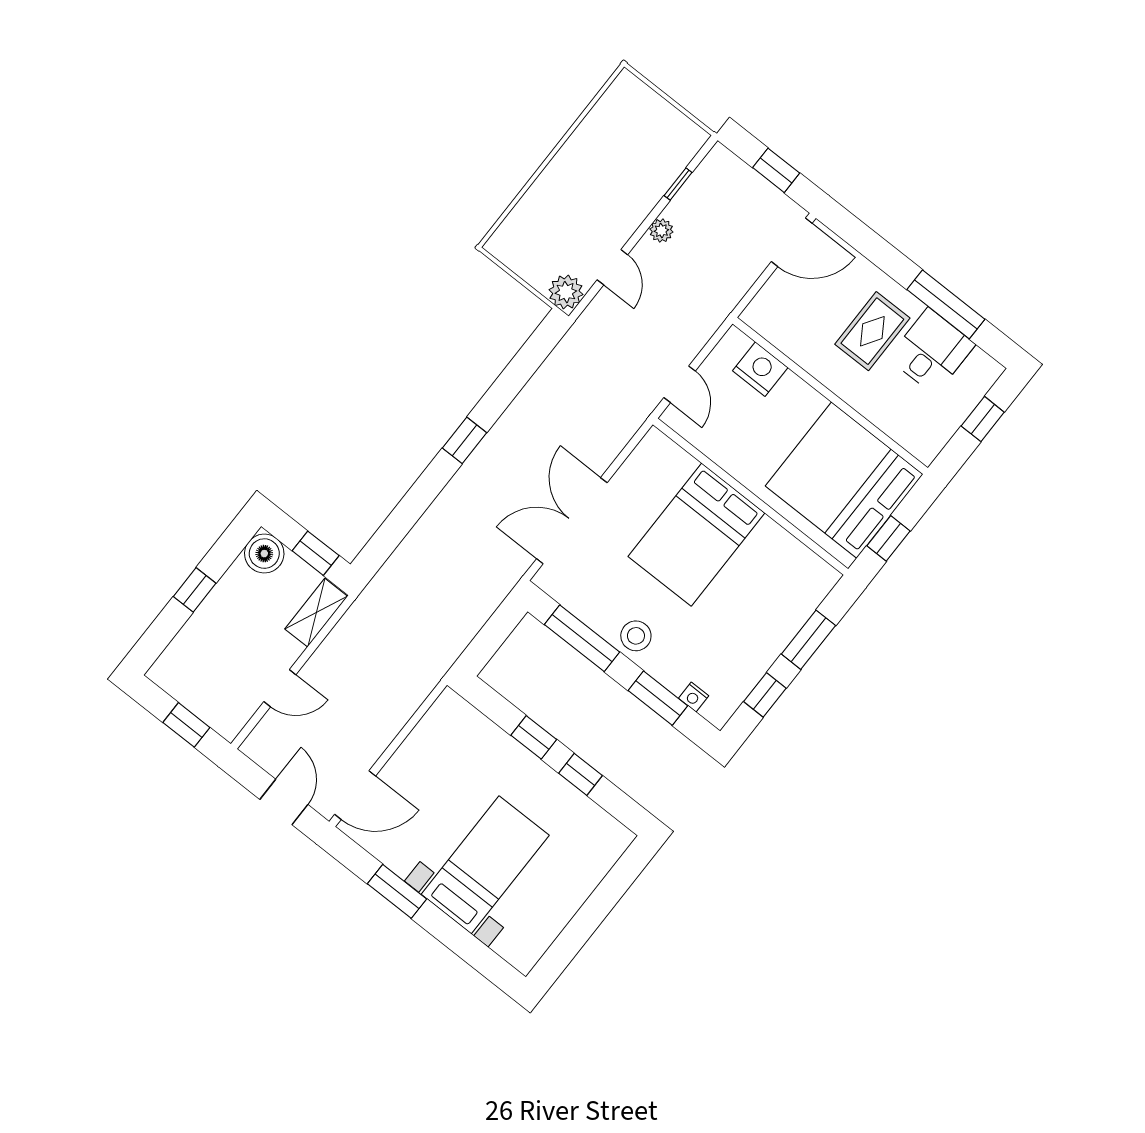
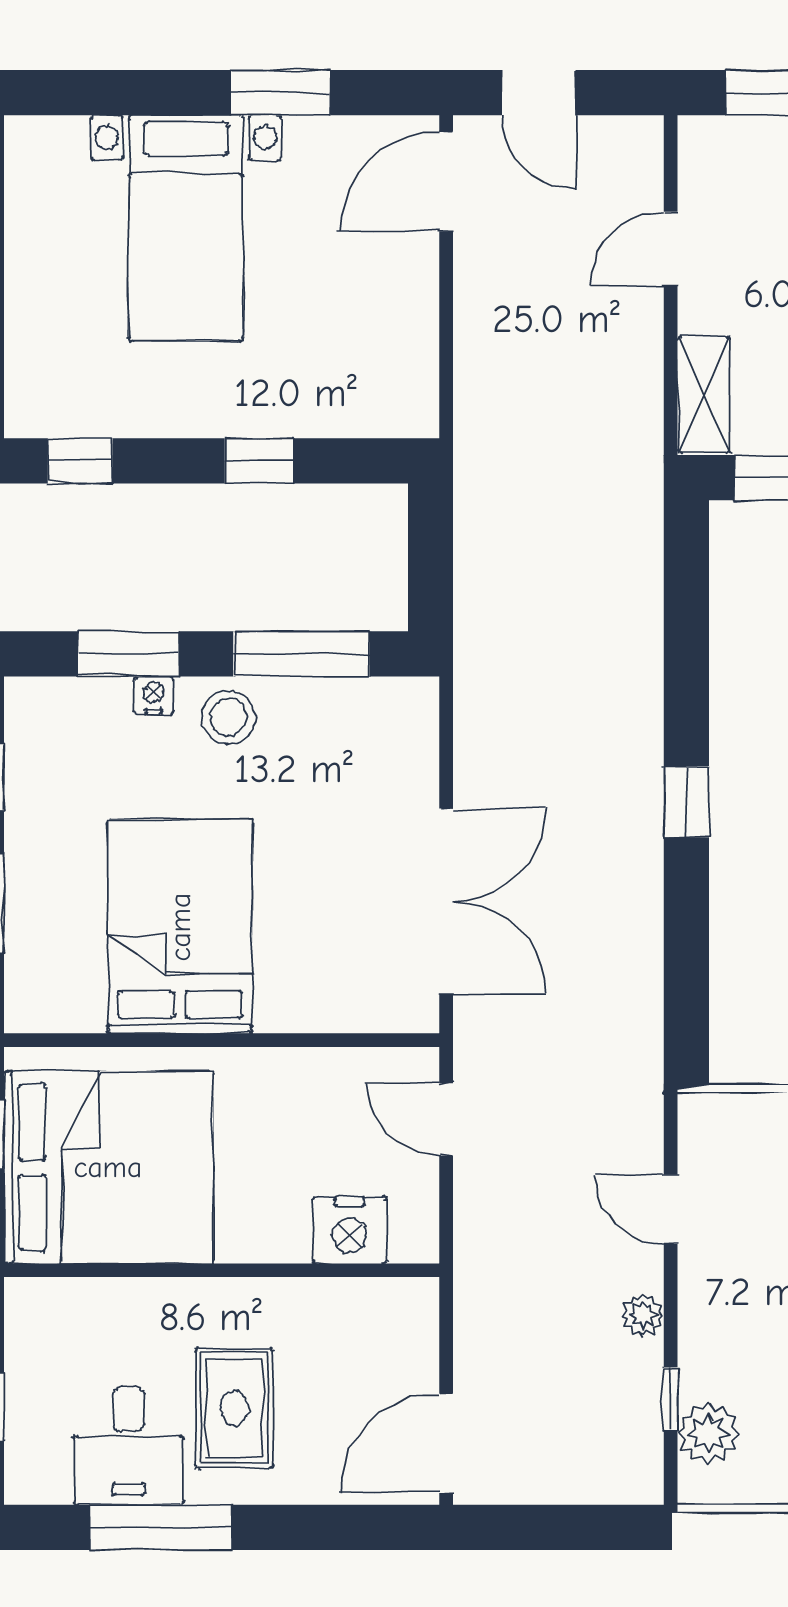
window: (776, 170) -> (548, 1527), removed
plant: (566, 292) -> (708, 1433), moved
double door: (572, 521) -> (446, 901), moved
bed: (696, 535) -> (180, 927), moved
nightstand: (694, 697) -> (154, 695), moved
window: (581, 774) -> (80, 461), moved

